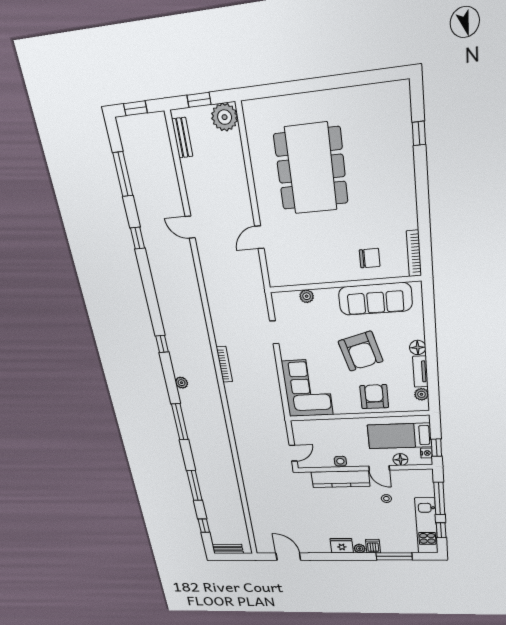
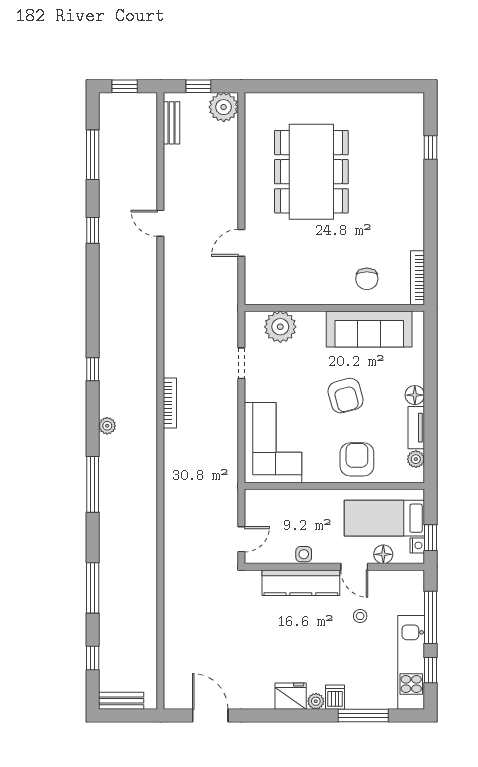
chair: (370, 258) -> (367, 279), turned 90
plant: (307, 296) -> (280, 327), width x1.88, depth x1.88
armchair: (361, 351) -> (346, 396), width x0.73, depth x0.73

